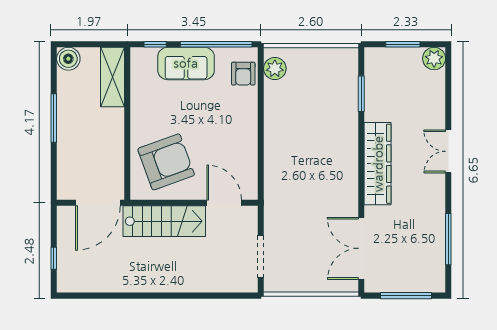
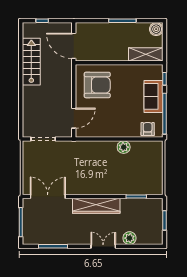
plant: (434, 58) -> (129, 238), moved
plant: (275, 68) -> (124, 147), moved
armchair: (243, 74) -> (148, 129), turned 90
armchair: (166, 162) -> (97, 85), turned -70
stairs: (164, 221) -> (31, 62), moved, turned 180

